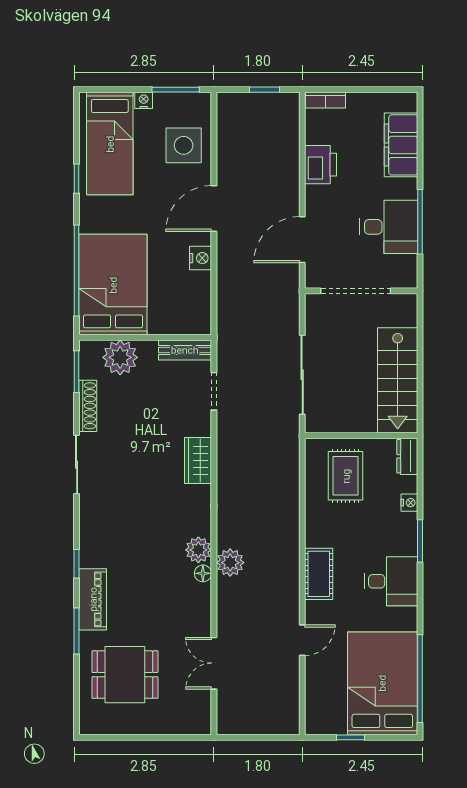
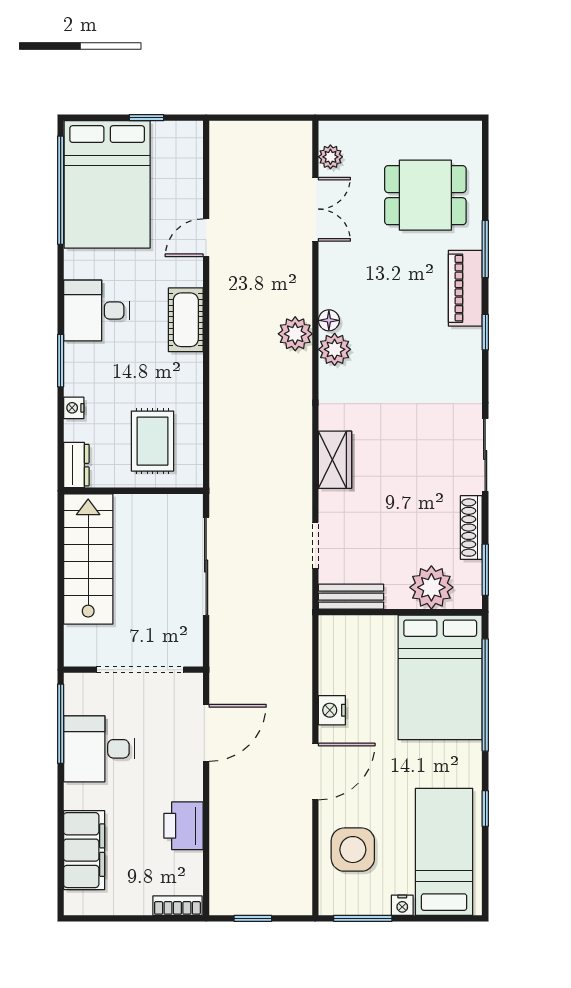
window: (420, 222) -> (61, 724), moved
plant: (202, 706) -> (330, 157), added

